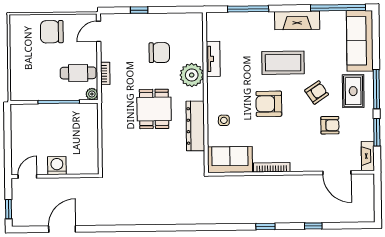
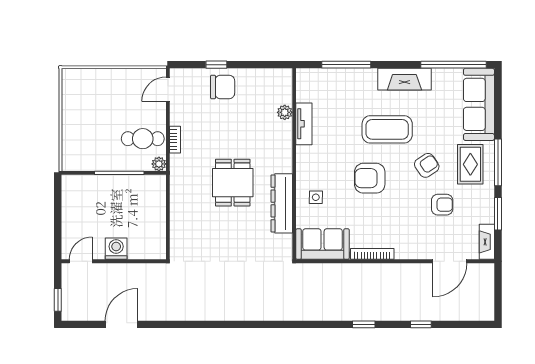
chair: (52, 32) -> (112, 89), removed
chair: (159, 53) -> (223, 87), moved
plant: (192, 75) -> (285, 112), moved, width x0.53, depth x0.53
door: (337, 173) -> (450, 261), hinge flipped

